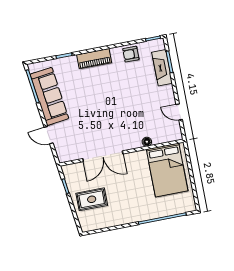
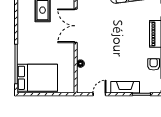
fireplace: (162, 68) -> (125, 87), moved
bed: (167, 170) -> (37, 78), moved, turned 180

